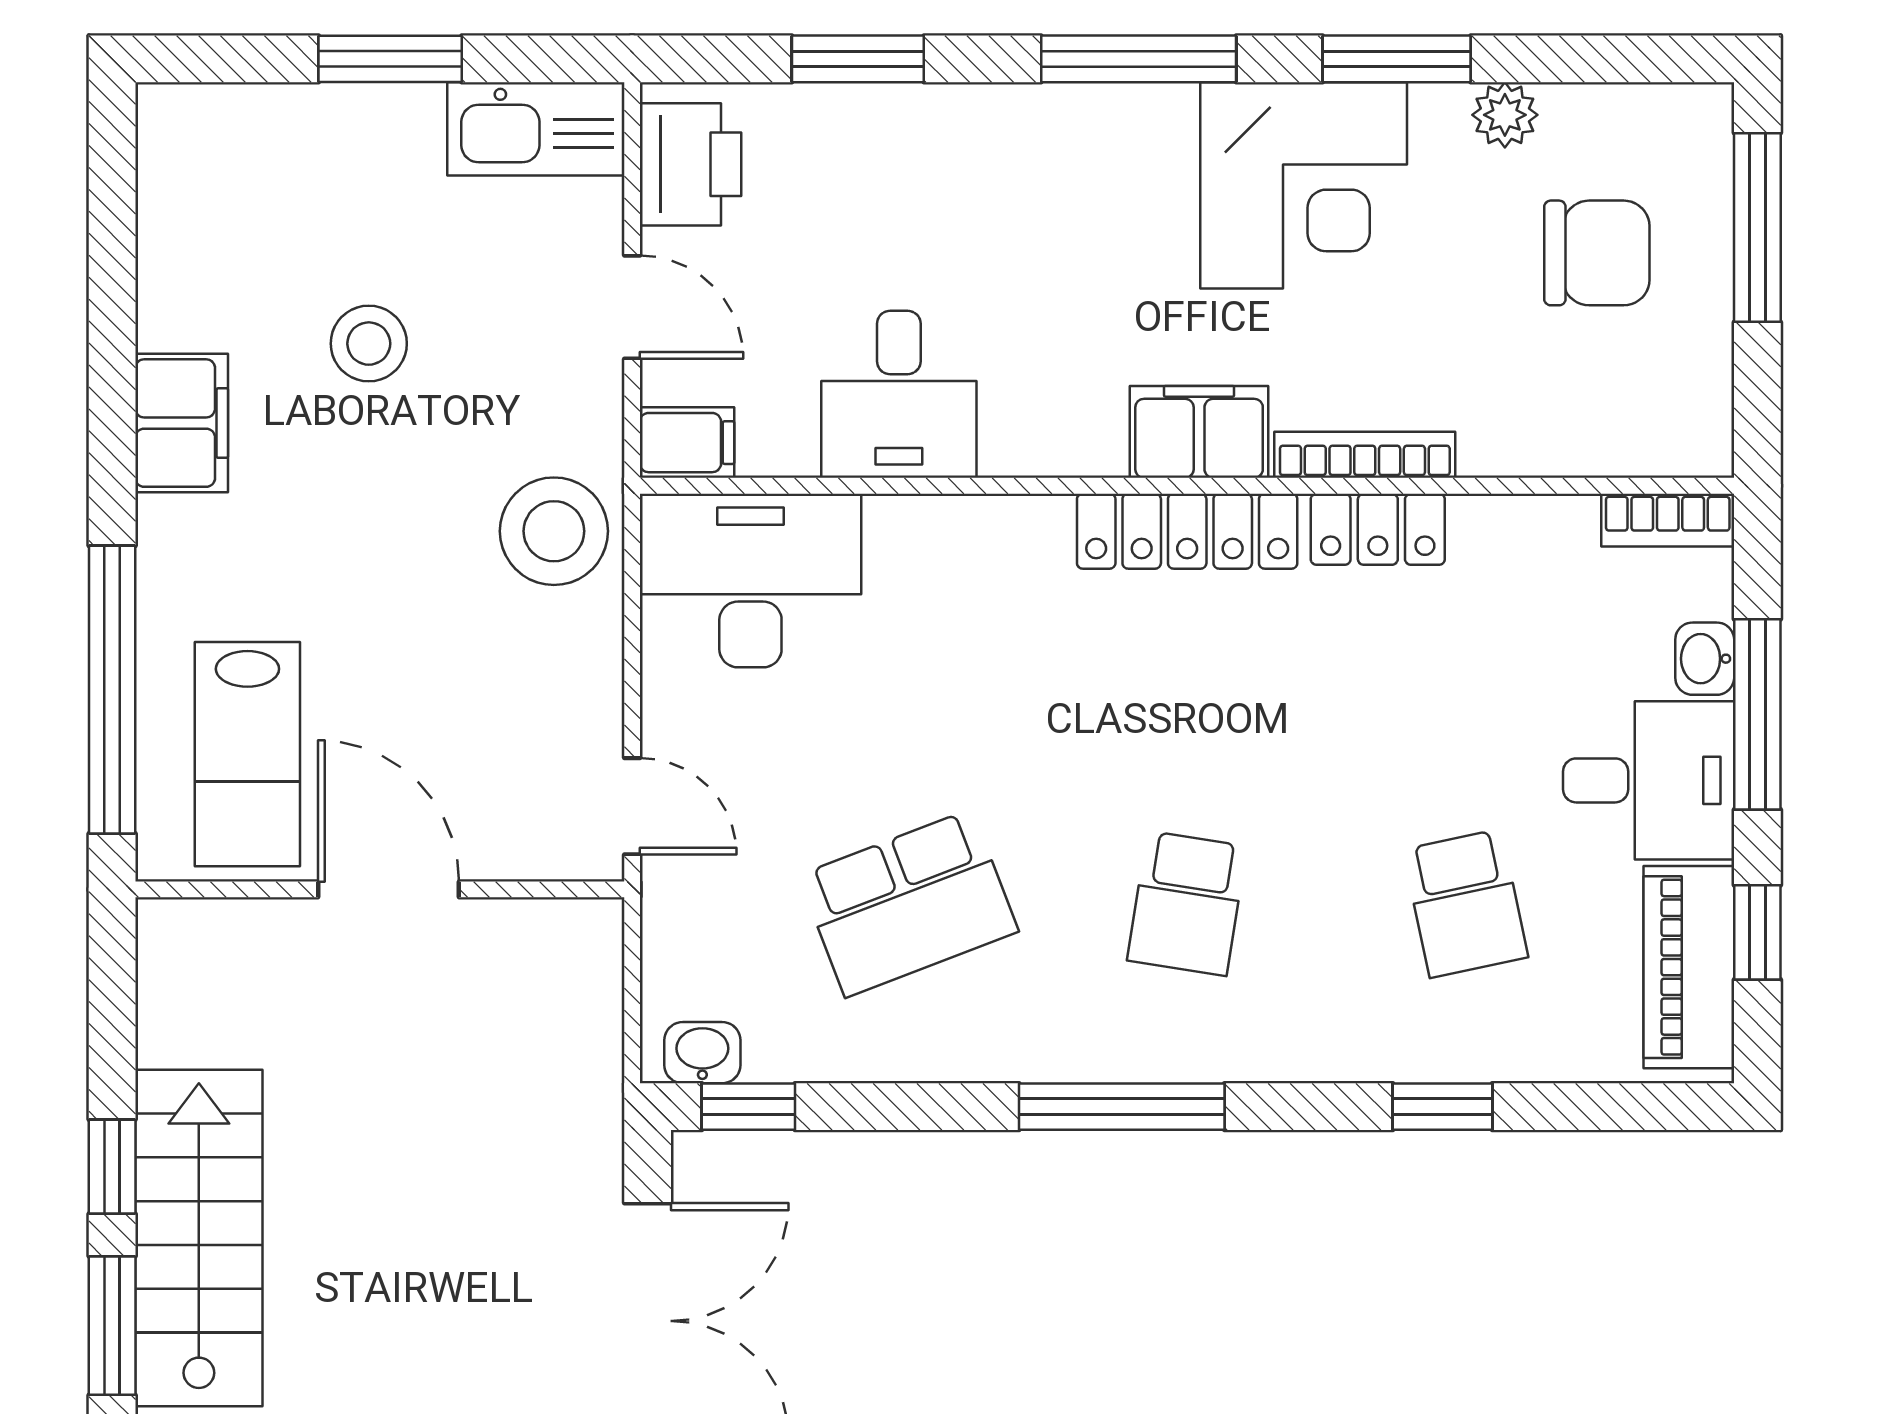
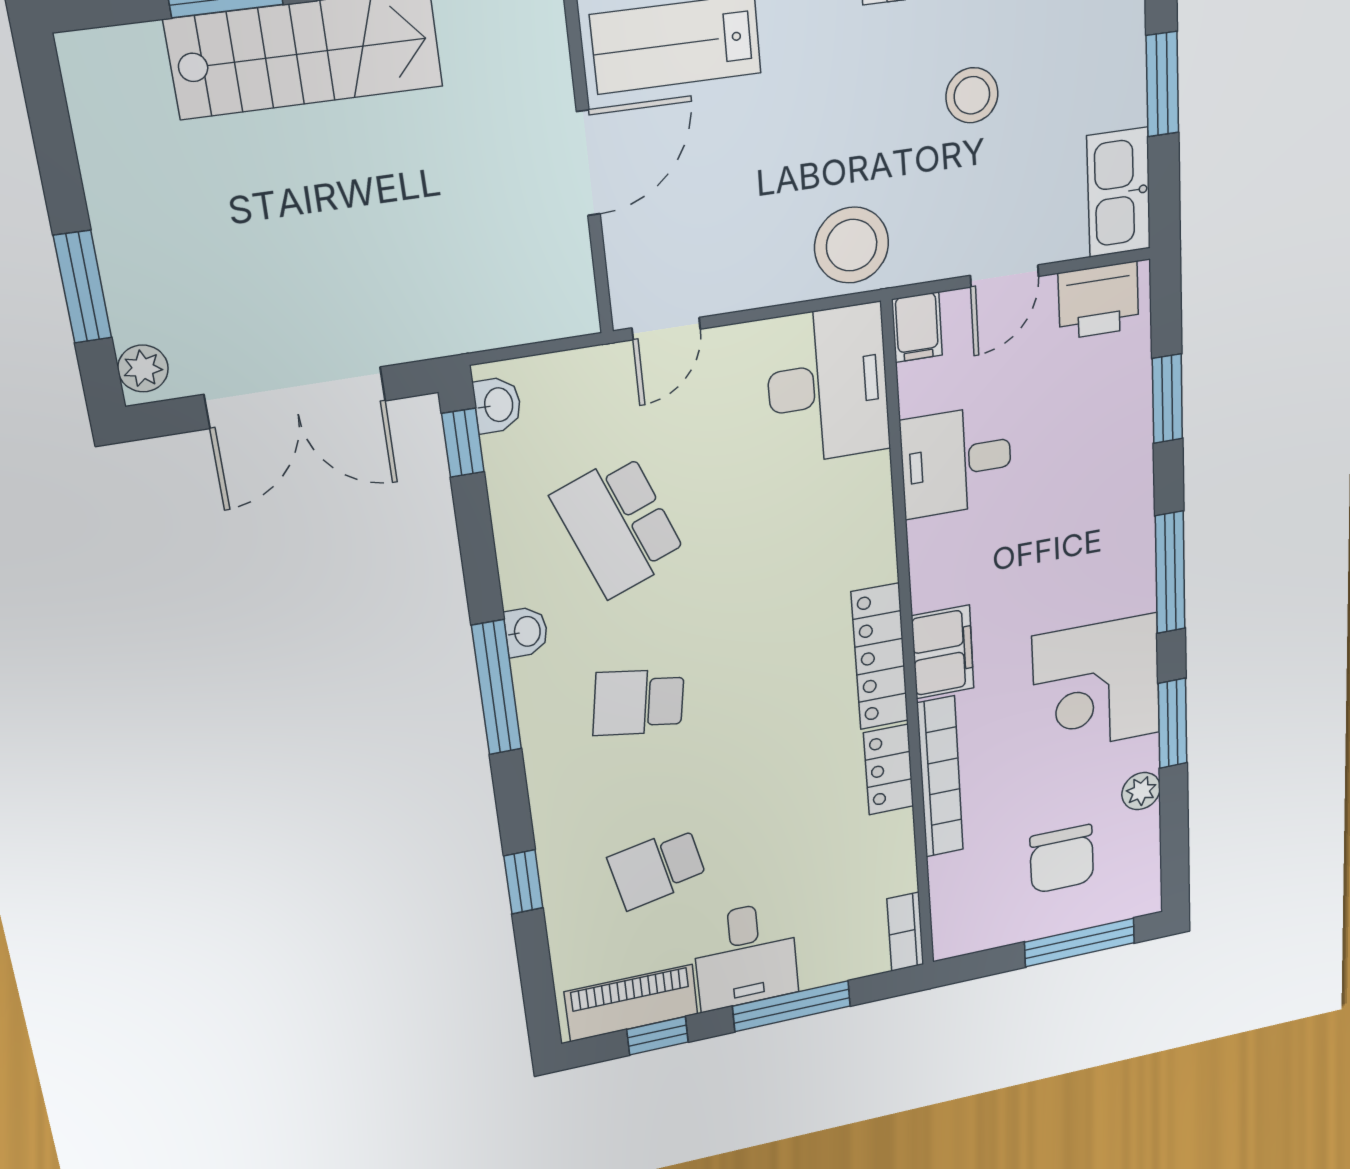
bookcase: (1365, 455) -> (940, 777), width x1.48, depth x1.31
washbasin: (1705, 659) -> (526, 632), moved, turned 90

